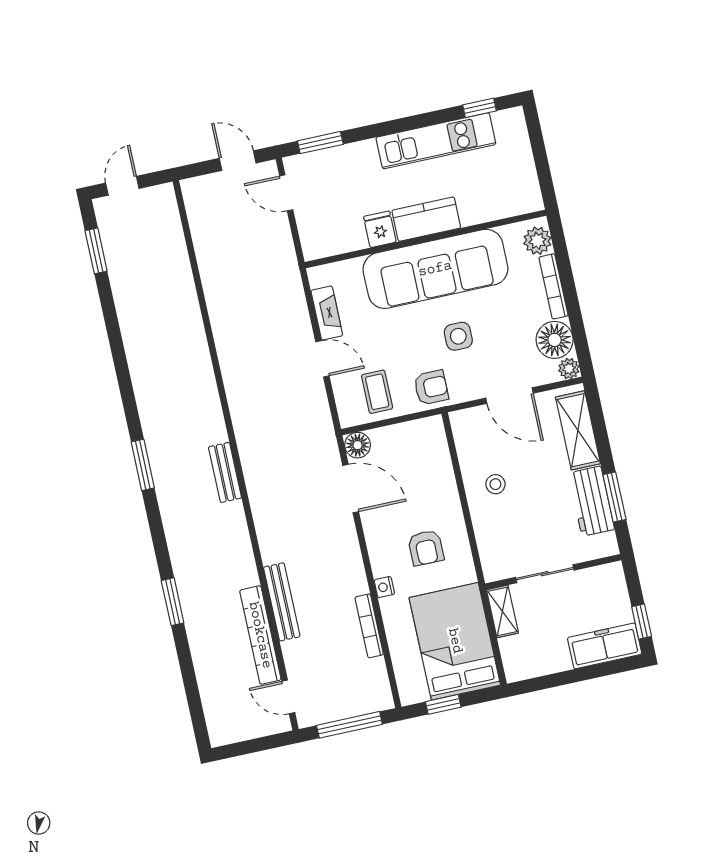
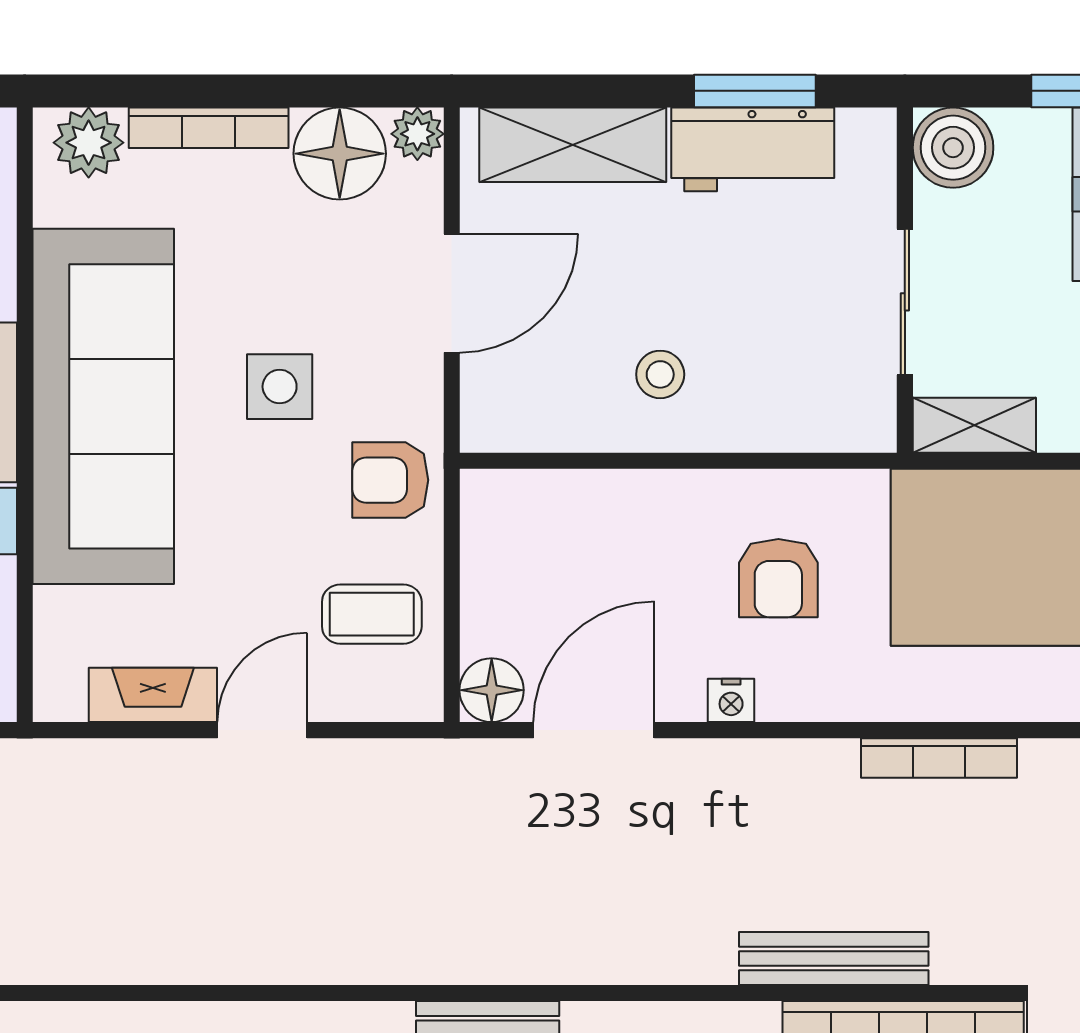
armchair: (431, 388) -> (390, 480), turned -90
armchair: (426, 548) -> (778, 578), turned 90
boiler: (609, 579) -> (953, 148), added
nightstand: (384, 587) -> (731, 700), moved

